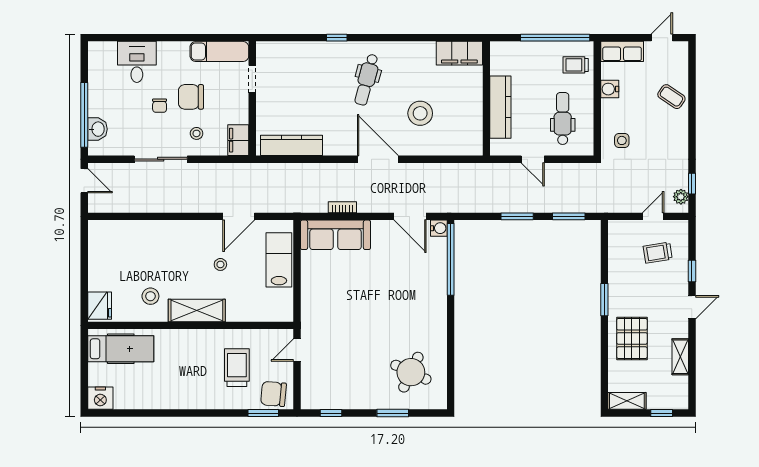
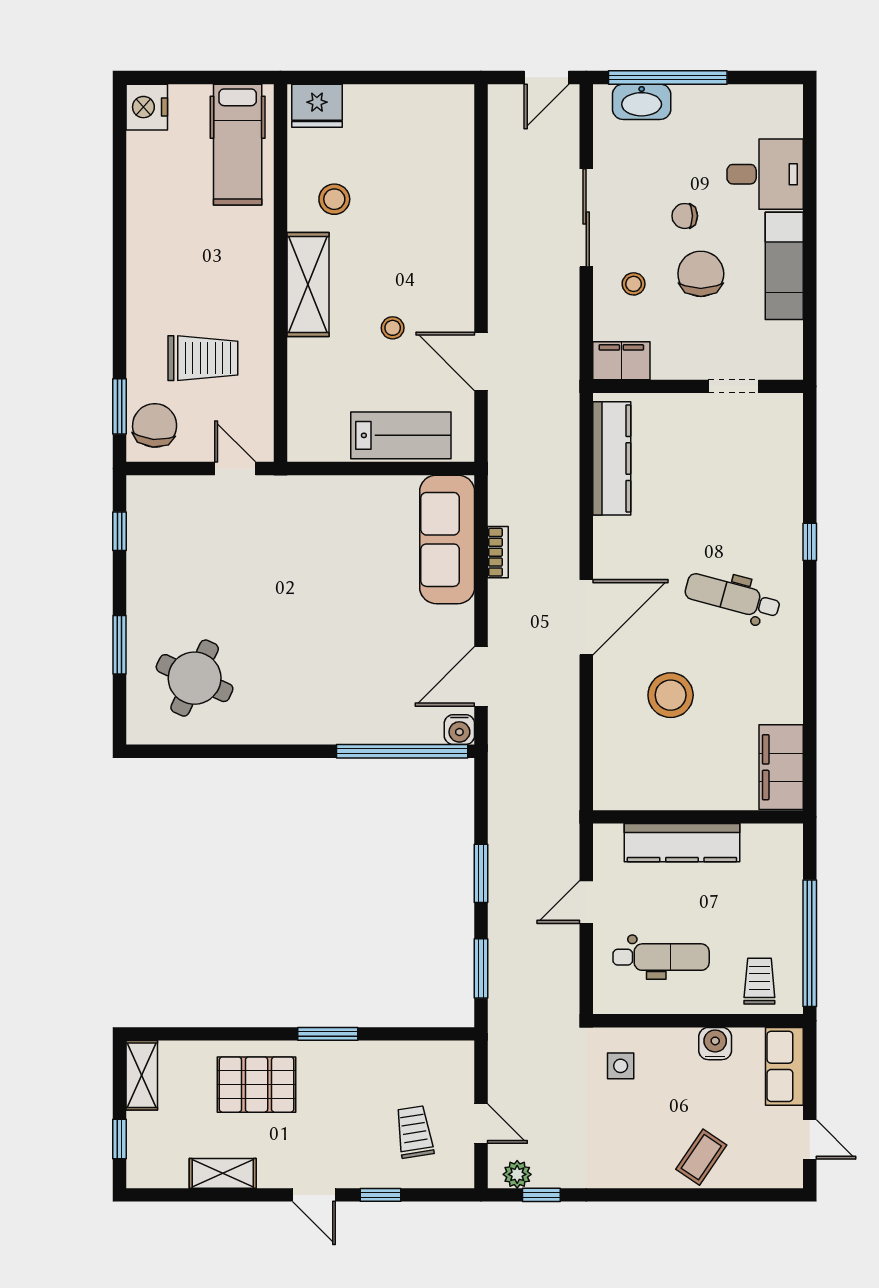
exam couch: (219, 51) -> (784, 266), moved
washbasin: (97, 129) -> (642, 102), width x1.38

